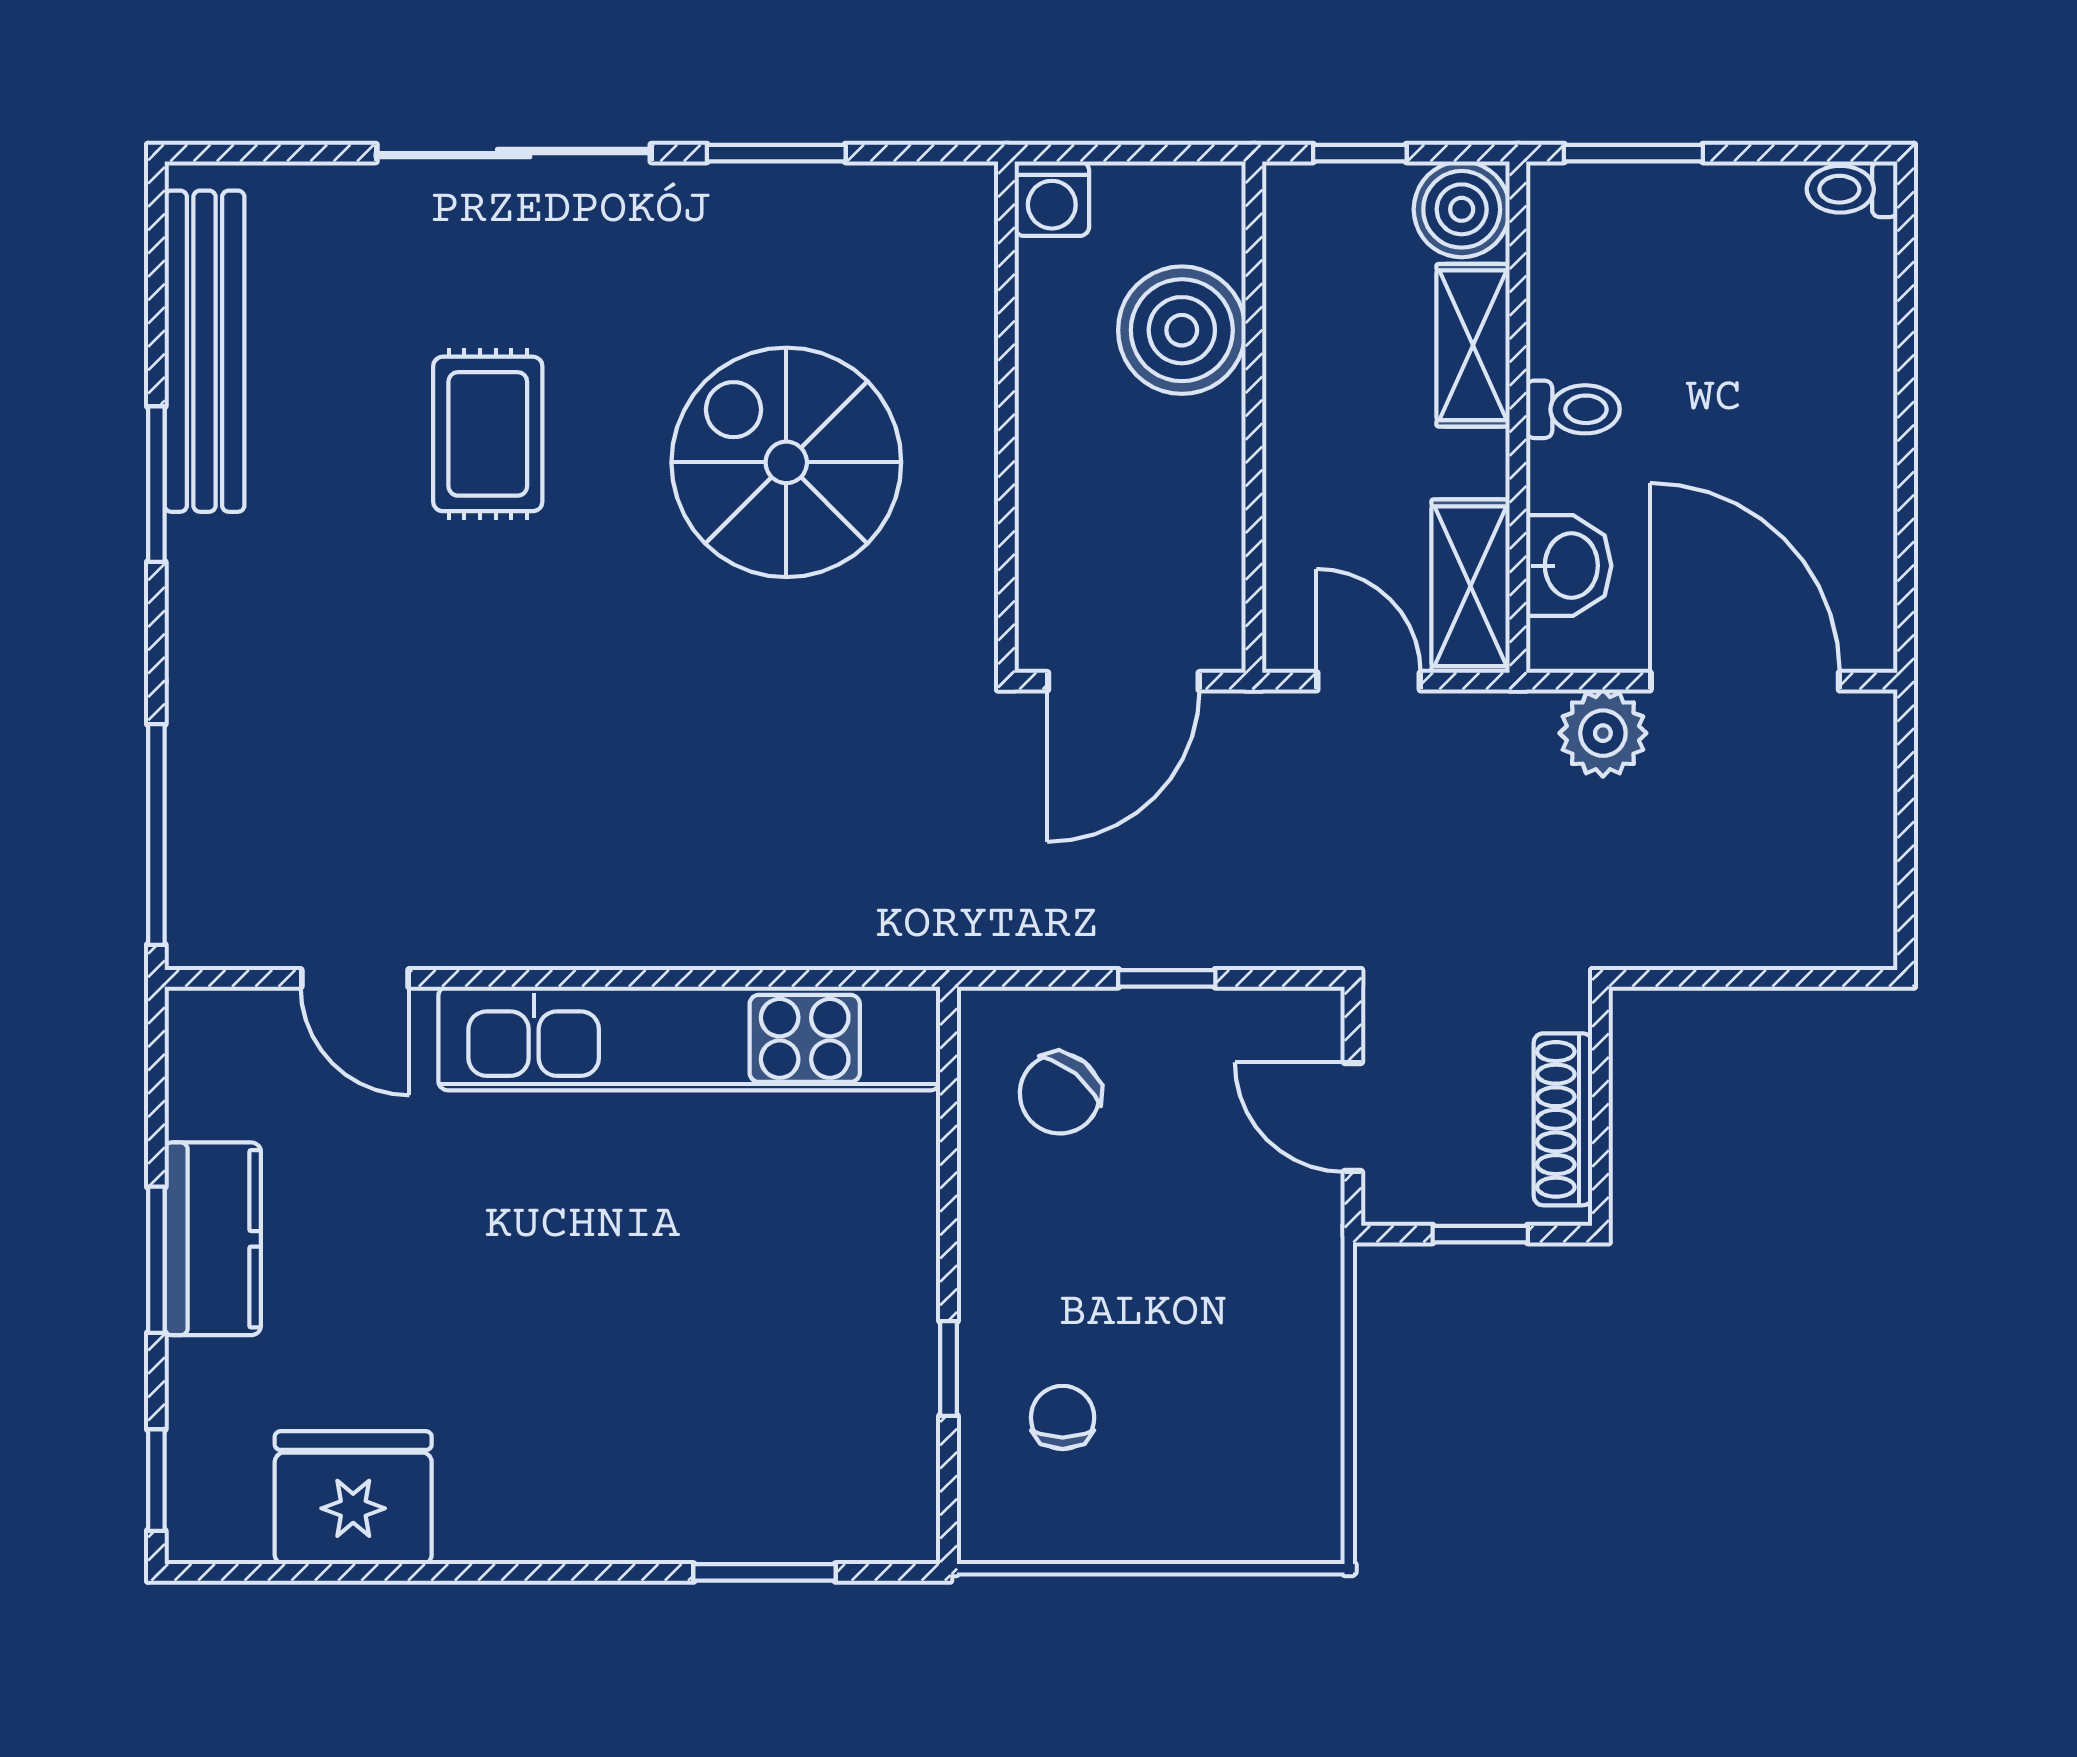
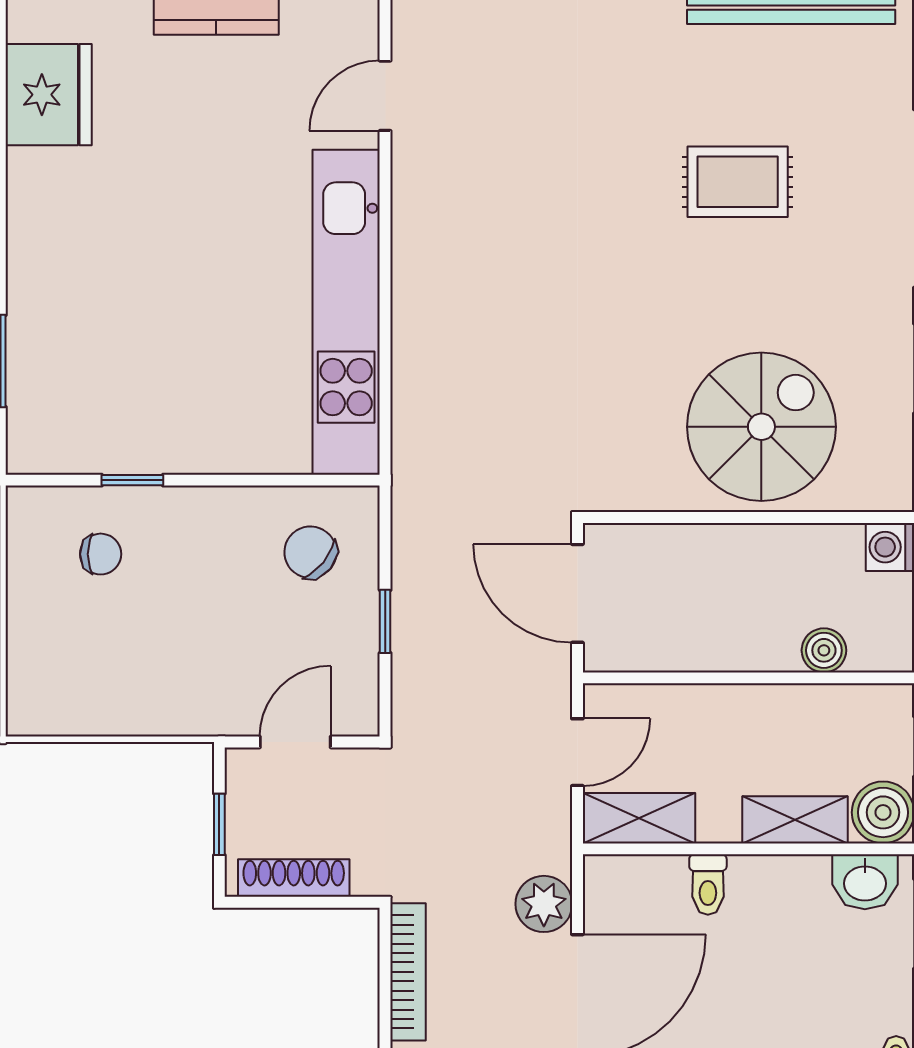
boiler: (1182, 330) -> (824, 650), width x0.54, depth x0.54
toilet: (1573, 409) -> (708, 885), moved
spiral stairs: (786, 462) -> (761, 427), moved
washbasin: (1569, 566) -> (865, 882), moved
bookcase: (1708, 943) -> (408, 972), added

